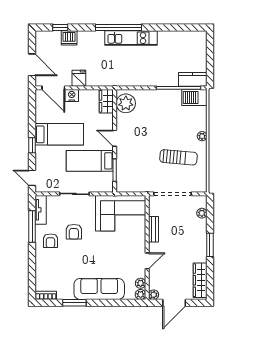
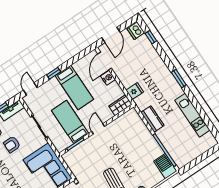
window: (119, 28) -> (179, 79), width x0.47
dishwasher: (69, 38) -> (136, 31), moved
kitchen unit: (131, 38) -> (192, 115), moved
fridge: (79, 78) -> (135, 91), moved
kitchen counter: (193, 79) -> (152, 119), moved
plant: (126, 103) -> (128, 120), removed

